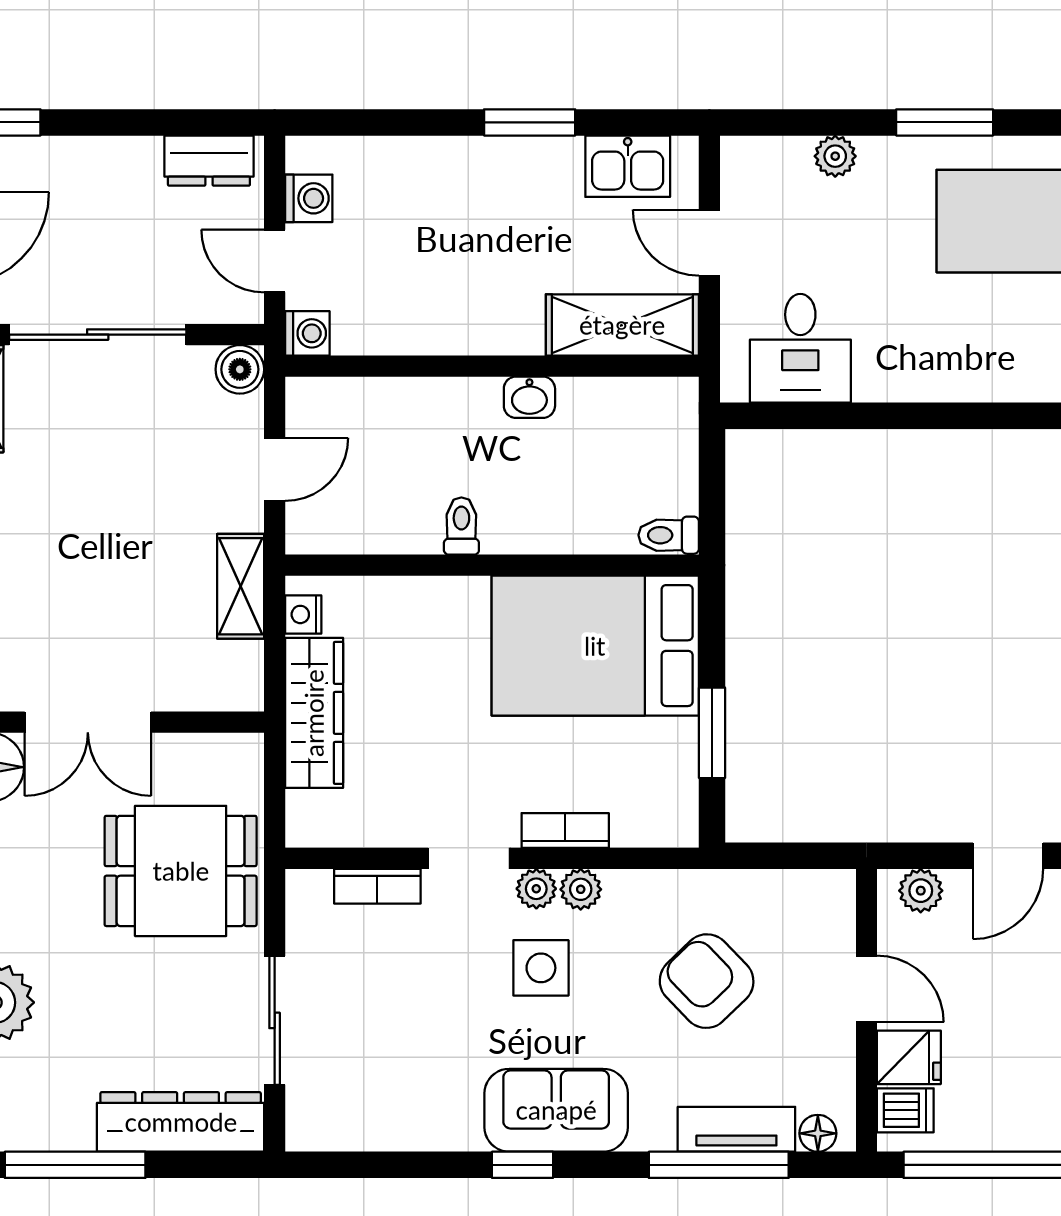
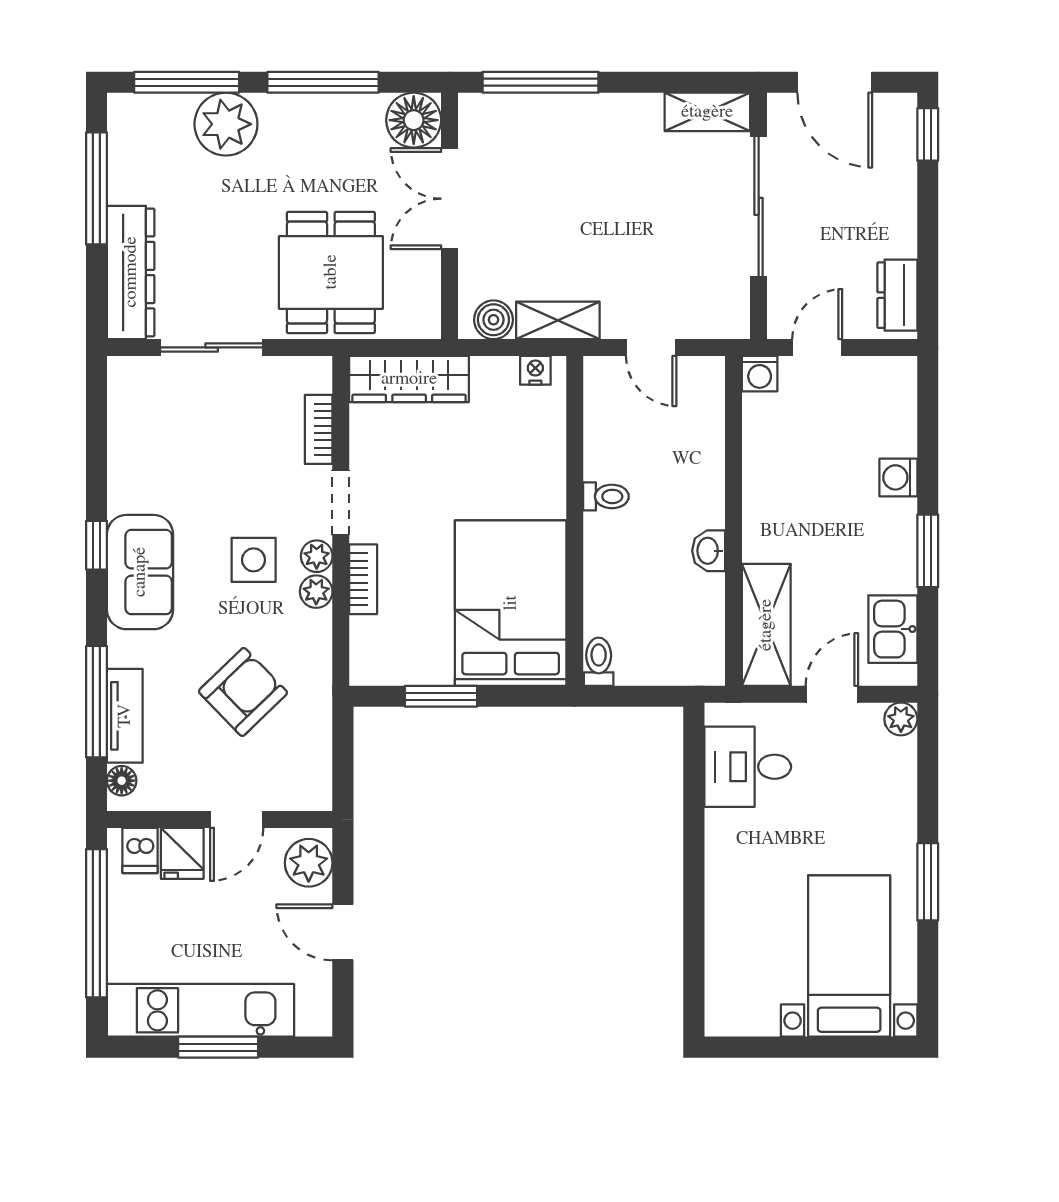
plant: (835, 156) -> (901, 719), moved
washing machine: (309, 198) -> (898, 477), moved, turned 90
boiler: (240, 369) -> (493, 320), moved
wardrobe: (314, 713) -> (409, 379), moved
plant: (921, 891) -> (309, 863), width x1.38, depth x1.38

